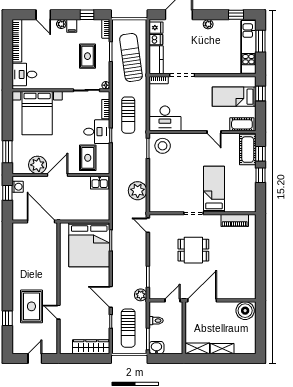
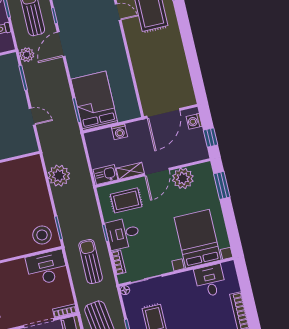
desk: (24, 74) -> (210, 281), moved, turned -90
rug: (88, 158) -> (126, 200), turned 90
shelving: (79, 181) -> (130, 171), added
washing machine: (18, 187) -> (194, 121), moved
washing machine: (80, 215) -> (119, 132), added
door: (41, 221) -> (163, 113), hinge flipped
door: (148, 225) -> (32, 117), moved
bed: (89, 245) -> (94, 101), width x0.73
door: (111, 297) -> (61, 44), swing flipped

